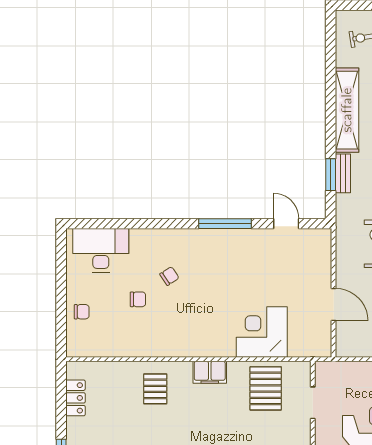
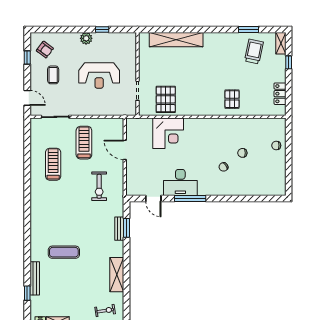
shelving: (347, 110) -> (117, 275), width x0.68
desk: (101, 250) -> (180, 182), moved
filing cabinet: (210, 372) -> (199, 109), removed

